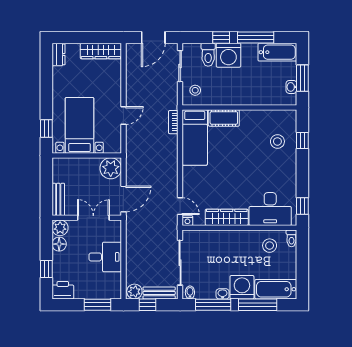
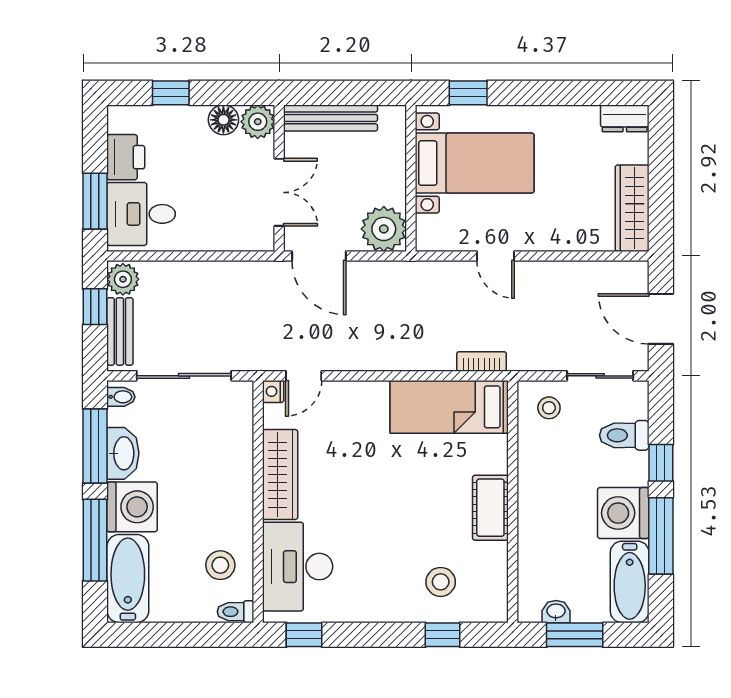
washing machine: (228, 55) -> (623, 513), moved
cot: (224, 118) -> (490, 508), moved
bench: (58, 199) -> (331, 118), width x1.36
desk: (105, 257) -> (141, 214), moved, turned 90
printer: (63, 290) -> (126, 157), moved
washbasin: (223, 294) -> (123, 453), width x1.91, depth x1.45

